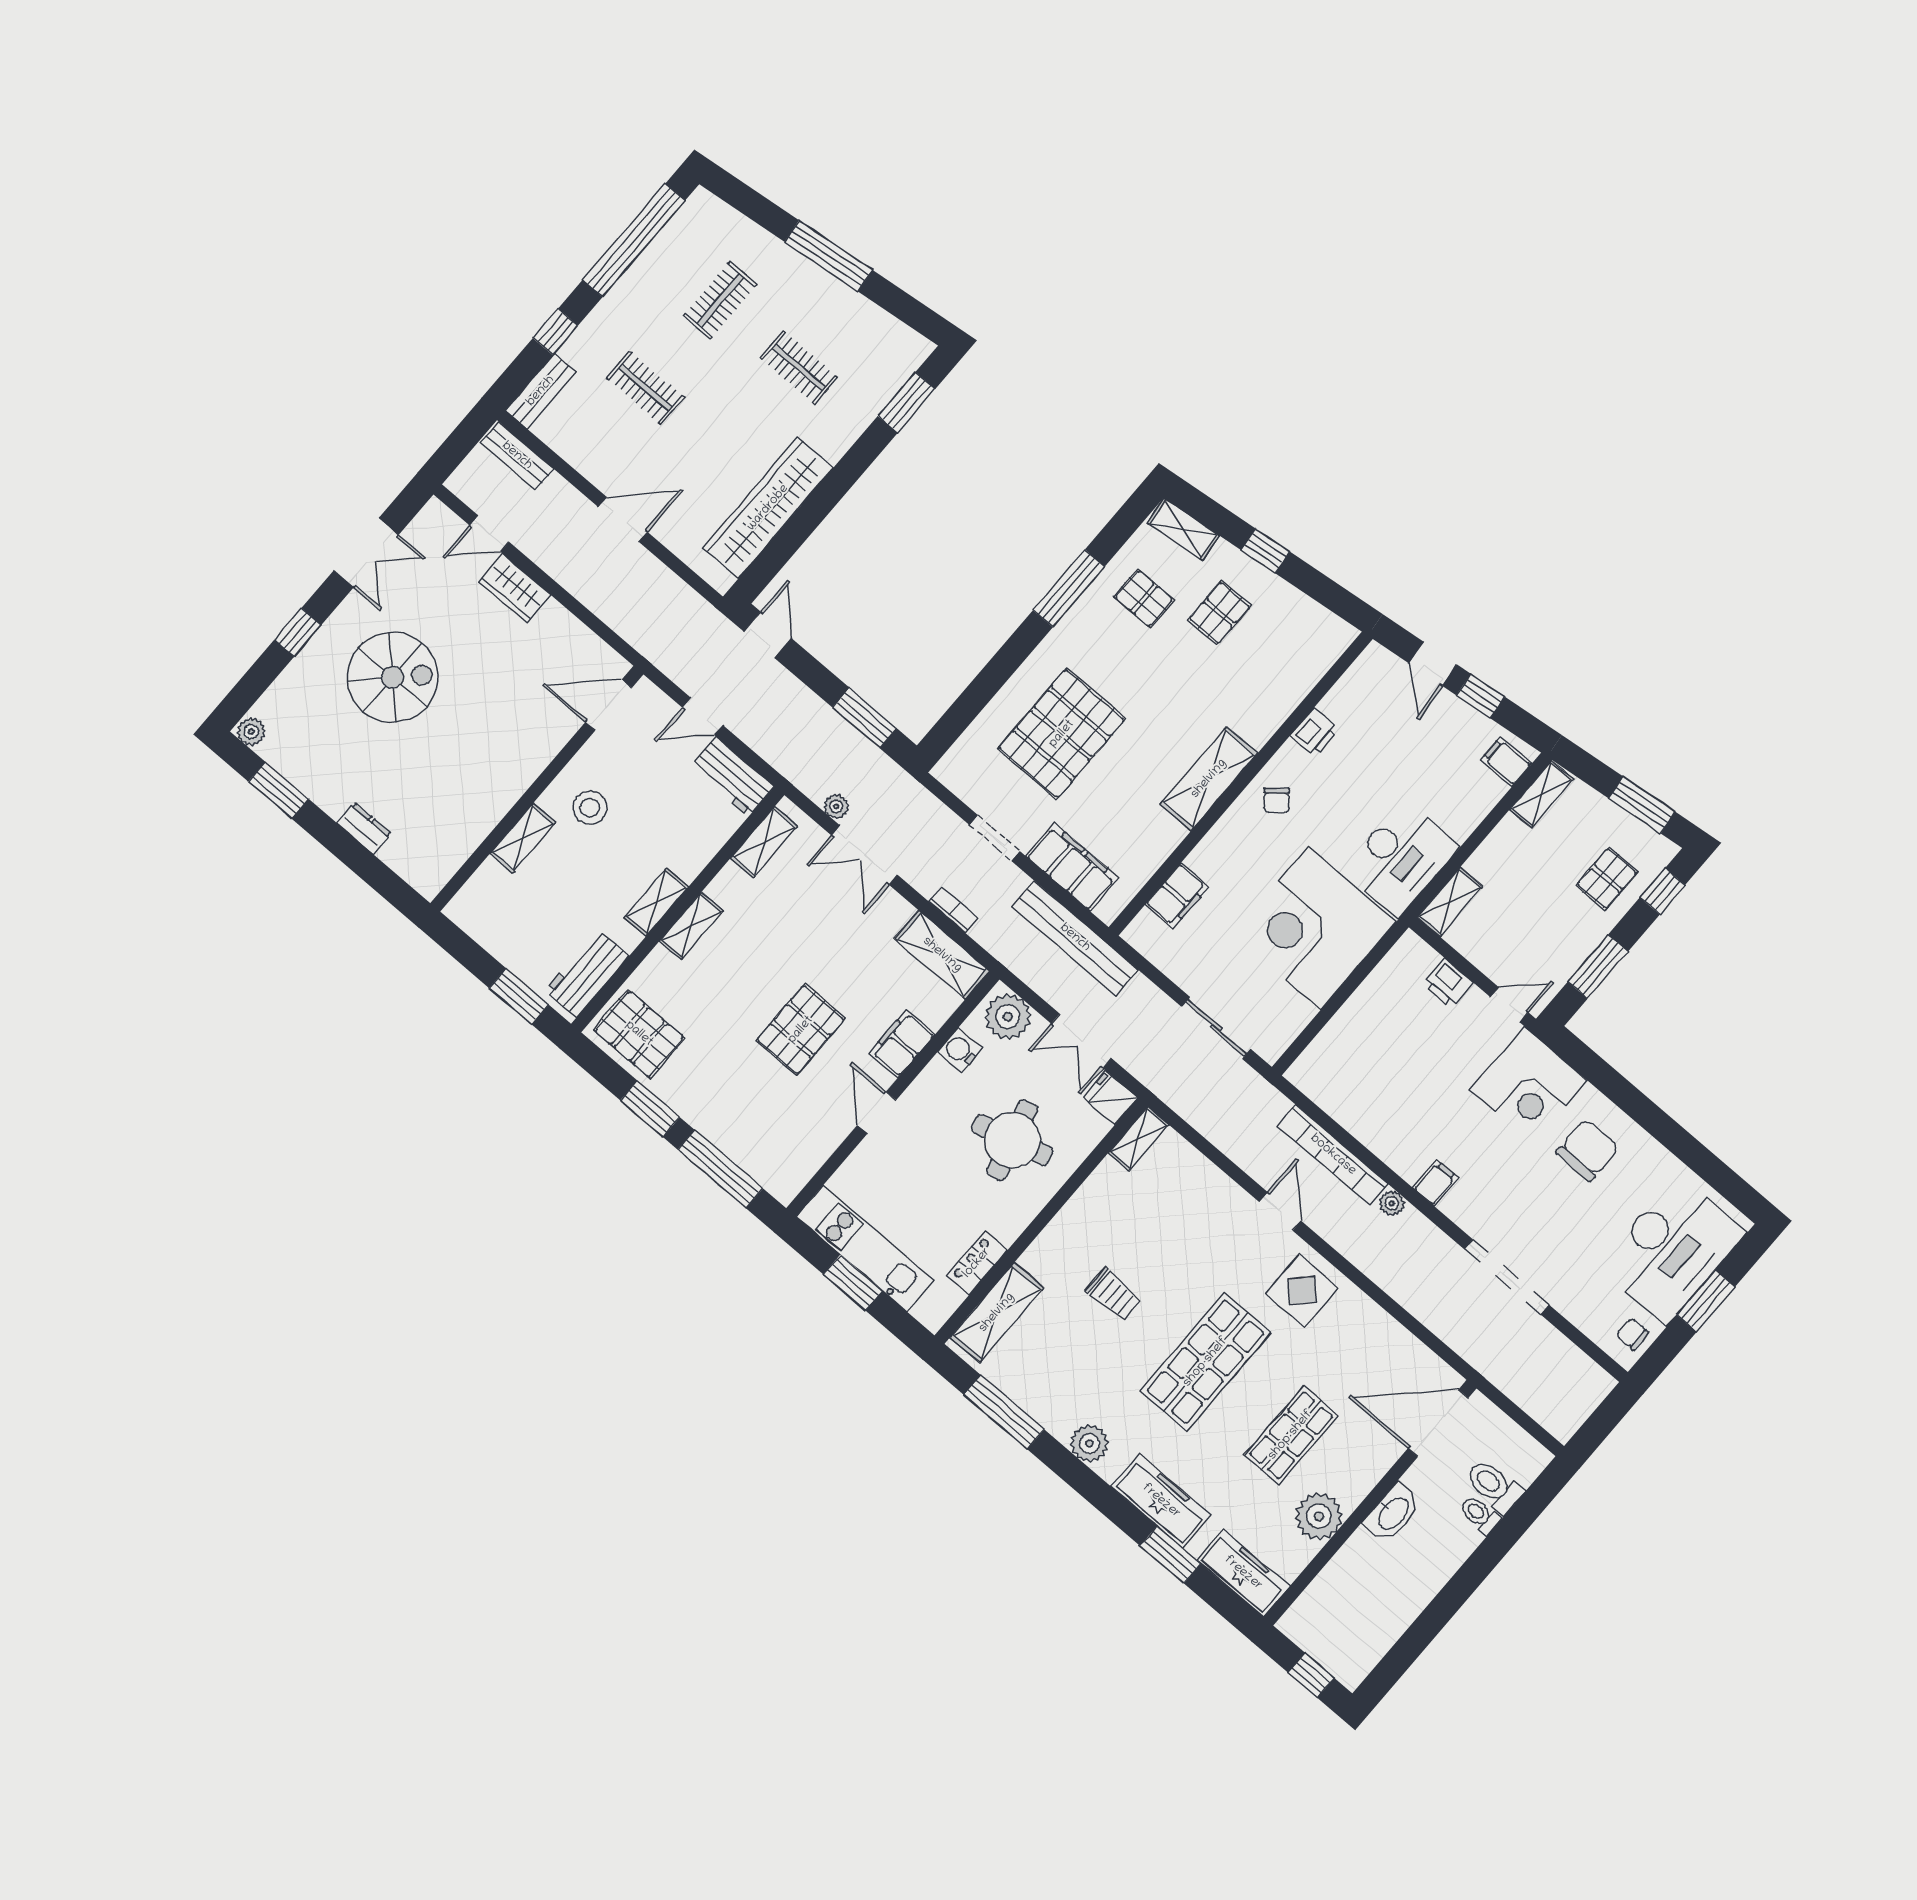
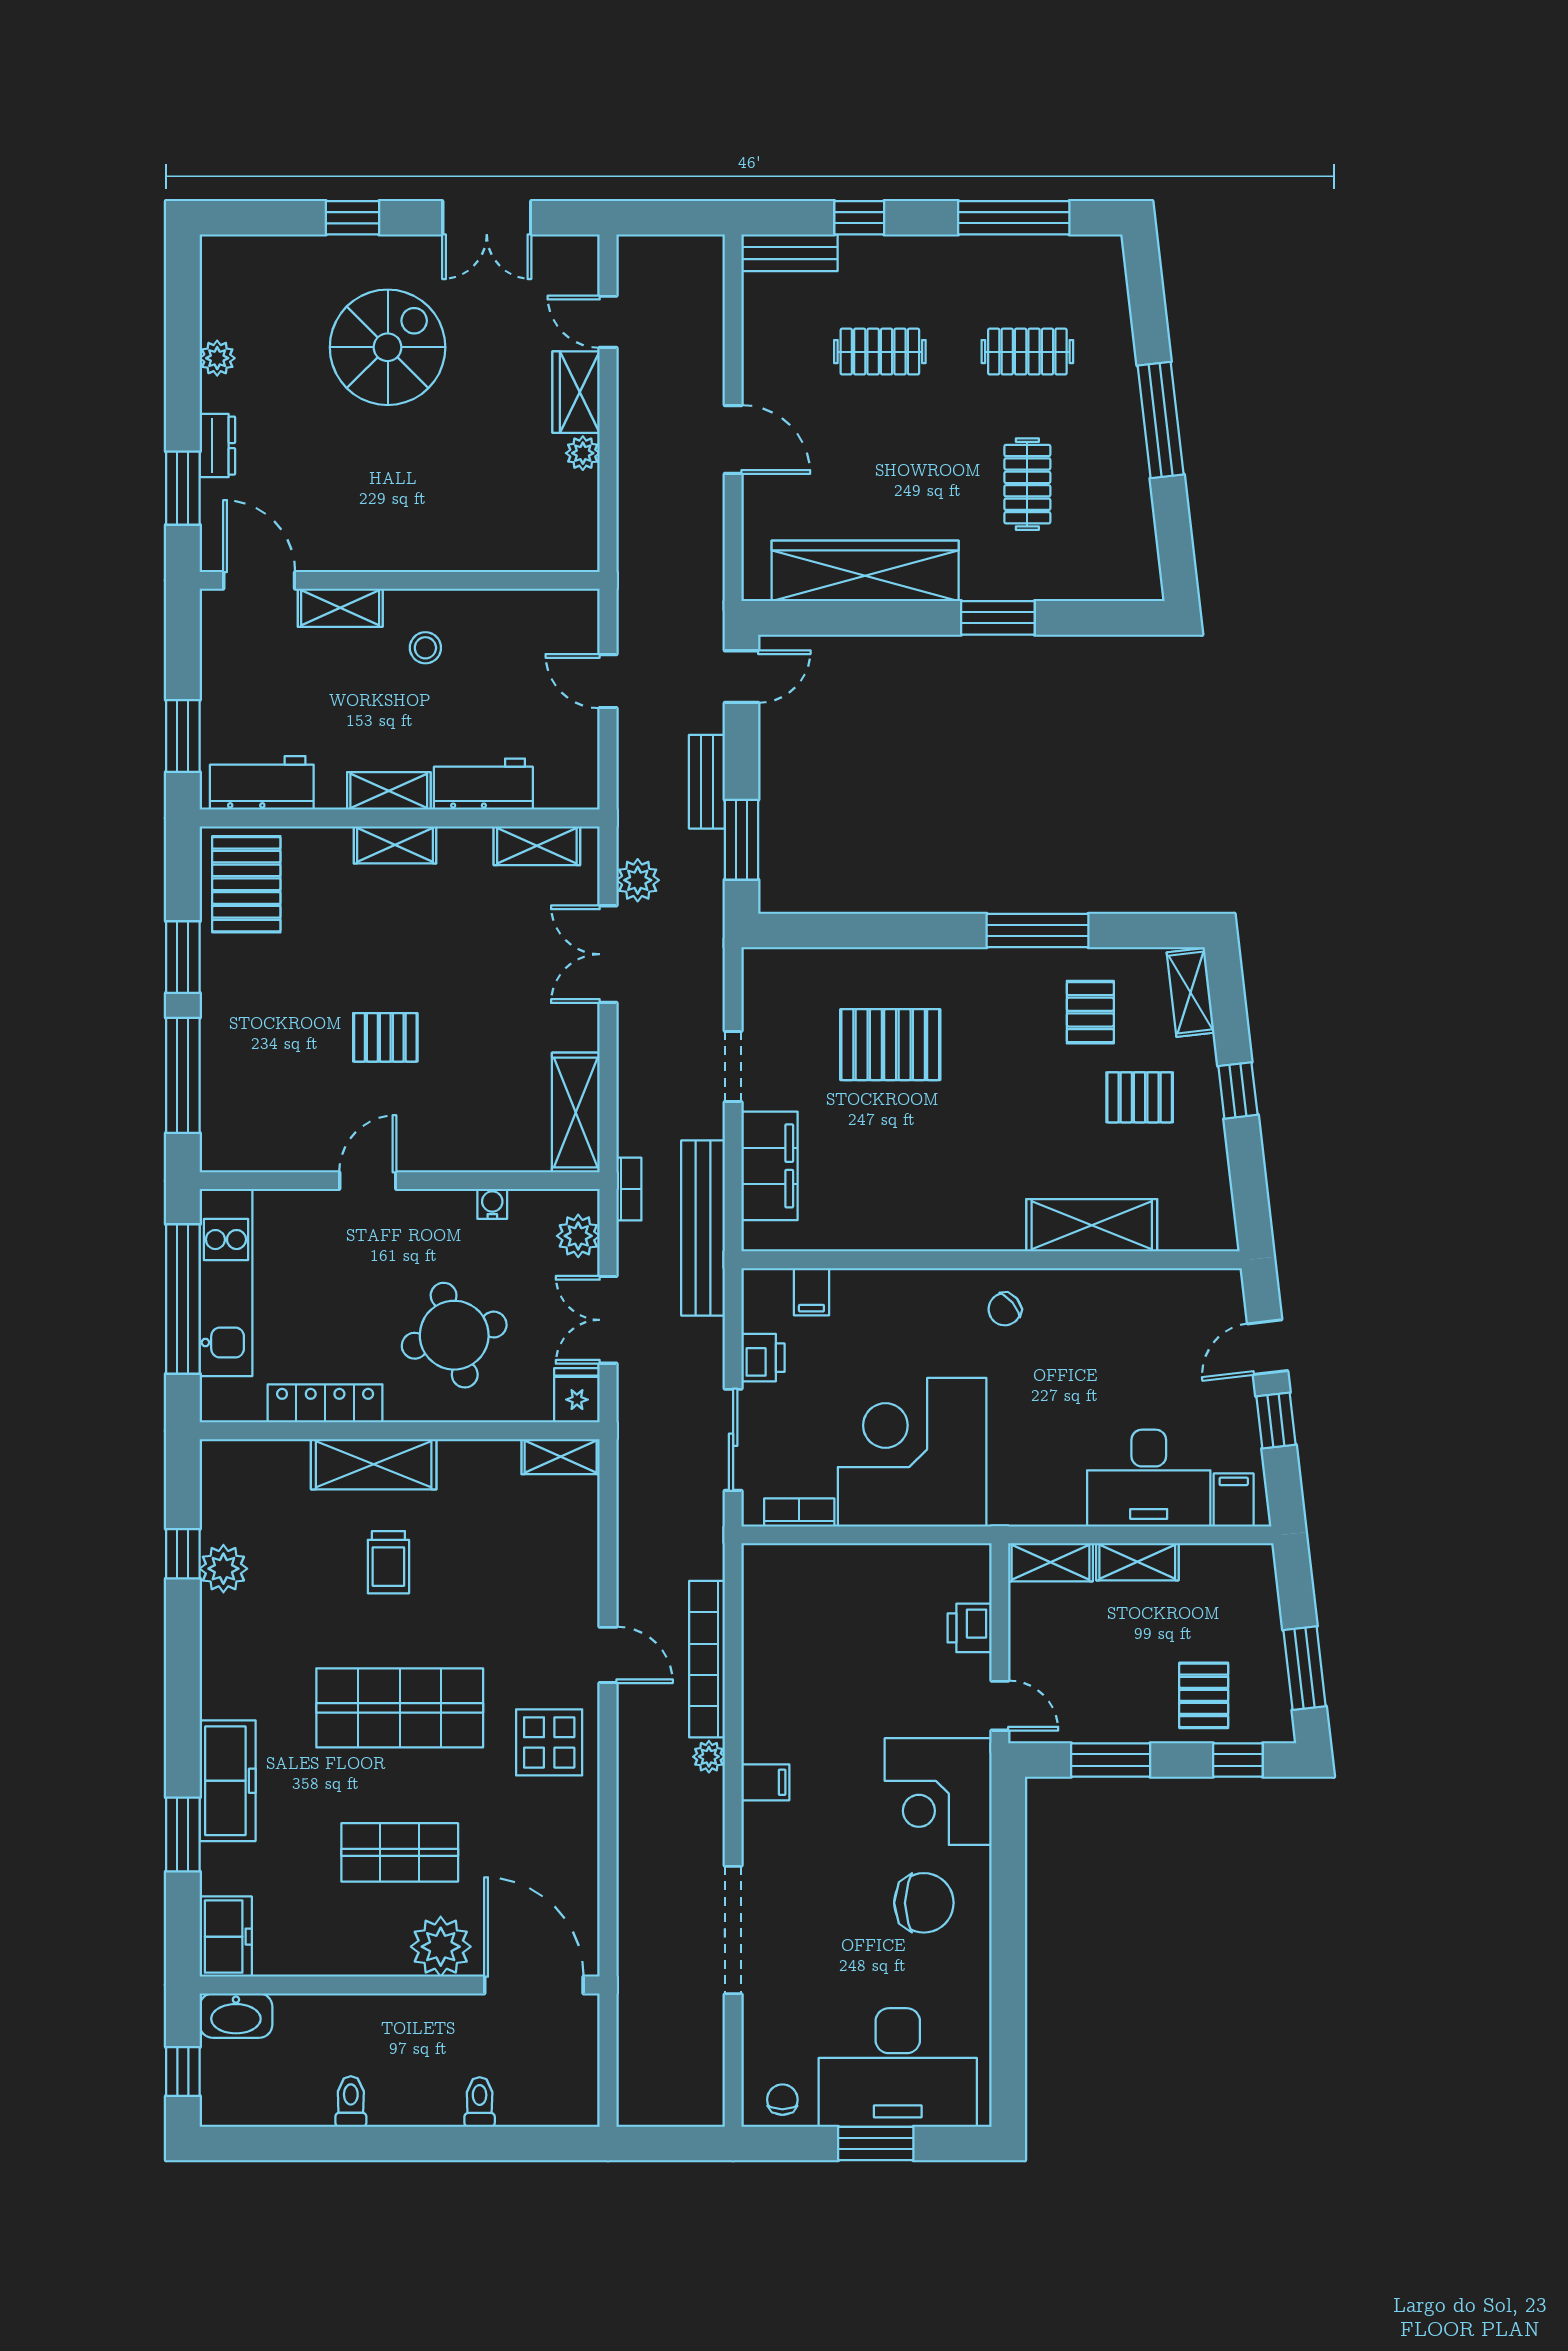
window: (634, 240) -> (1014, 218), width x0.68
clothes rail: (645, 388) -> (880, 352), turned 90
window: (907, 402) -> (998, 618), moved
bench: (517, 456) -> (707, 782), moved
plant: (554, 615) -> (583, 453), added
spiral stairs: (392, 677) -> (388, 347), turned -90
door: (609, 705) -> (259, 580), moved
plant: (251, 732) -> (217, 358), moved
printer: (1315, 733) -> (763, 1358), moved, turned -90
pallet: (1062, 734) -> (890, 1045), width x0.73, depth x0.71
workbench: (732, 777) -> (483, 784), moved, turned 90
shelving: (1209, 779) -> (1092, 1225), moved
window: (278, 790) -> (183, 488), moved
shelving: (1542, 794) -> (1137, 1562), moved
plant: (836, 806) -> (638, 880), width x1.38, depth x1.38
stool: (590, 808) -> (425, 648), width x0.73, depth x0.73
desk: (1401, 858) -> (1149, 1478), moved
pallet: (1607, 879) -> (1204, 1695), turned 90
filing cabinet: (1177, 896) -> (811, 1292), width x0.50
bookcase: (953, 910) -> (629, 1189), moved
plant: (1008, 1017) -> (578, 1236), width x0.73, depth x0.73
bookcase: (1293, 1026) -> (799, 1512), added
pallet: (801, 1030) -> (385, 1037), width x0.67, depth x0.71
filing cabinet: (902, 1044) -> (456, 1148), removed
water cooler: (960, 1050) -> (492, 1204), width x0.72, depth x0.72
door: (1280, 1211) -> (608, 1655), hinge flipped
locker: (977, 1263) -> (325, 1403), width x1.53
window: (853, 1283) -> (183, 1299), width x2.11
shelving: (997, 1313) -> (374, 1464), moved
window: (1004, 1412) -> (183, 1554), width x0.46
plant: (1089, 1444) -> (223, 1569), moved
toilet: (1494, 1486) -> (351, 2102), moved, width x0.73, depth x0.72
washbasin: (1393, 1513) -> (236, 2016), moved
plant: (1319, 1516) -> (441, 1947), moved
freezer: (1243, 1573) -> (226, 1937), width x0.71

